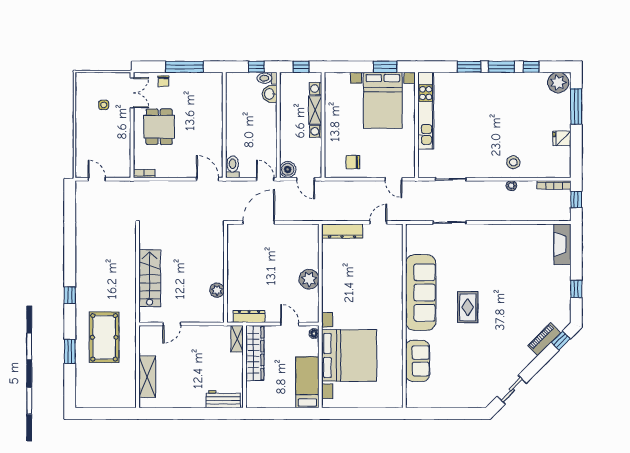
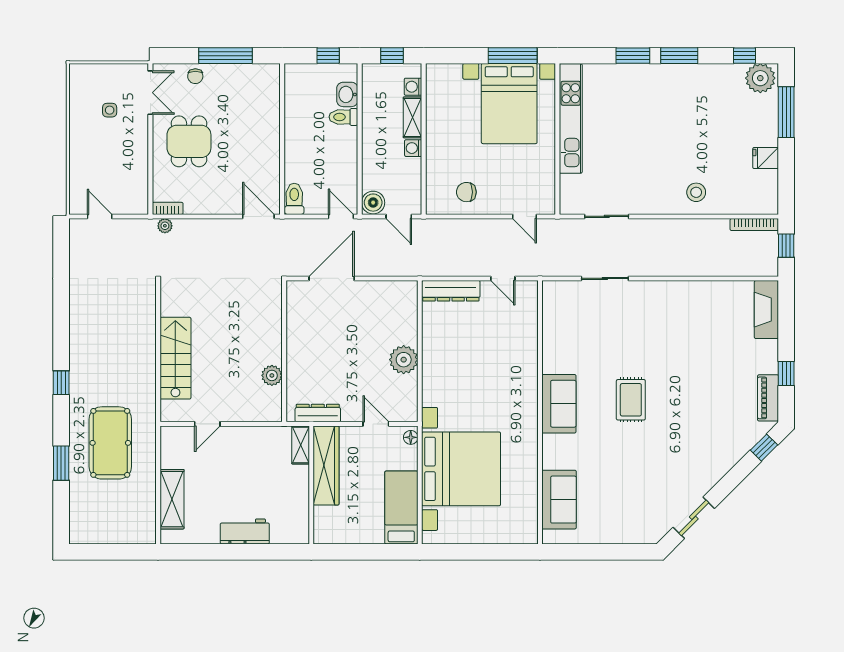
window: (385, 67) -> (513, 56), width x1.44
window: (531, 67) -> (744, 56), moved
toilet: (267, 78) -> (343, 117), moved
plant: (511, 186) -> (165, 226), moved
door: (378, 222) -> (503, 278), swing flipped
sofa: (421, 293) -> (559, 404), width x0.54, depth x0.79
piano: (544, 339) -> (768, 398), moved, turned -45
sofa: (418, 361) -> (559, 500), moved
workbench: (223, 399) -> (245, 531), moved

